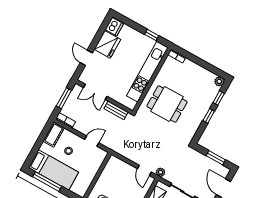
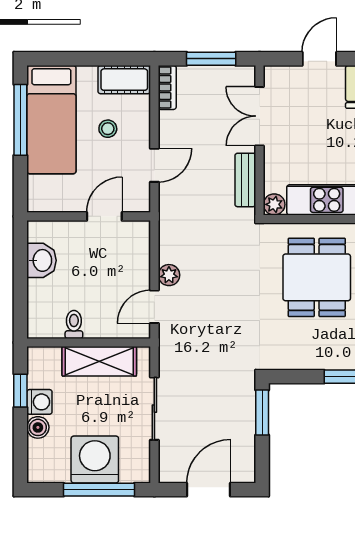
plant: (131, 105) -> (274, 204), added
door: (92, 141) -> (154, 165), hinge flipped
window: (216, 158) -> (262, 412), moved
door: (100, 170) -> (104, 216), added
plant: (160, 172) -> (169, 275), moved

